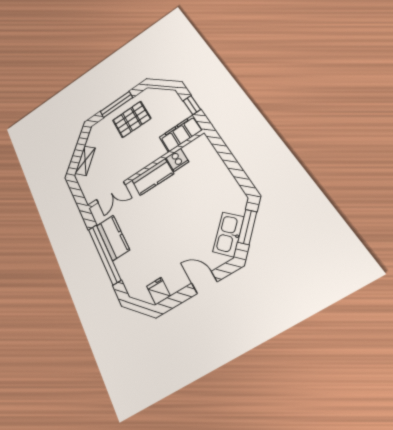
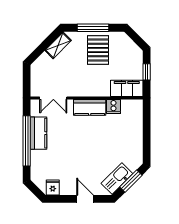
pallet: (132, 119) -> (98, 50), turned 90
shelving: (85, 161) -> (58, 45), moved

